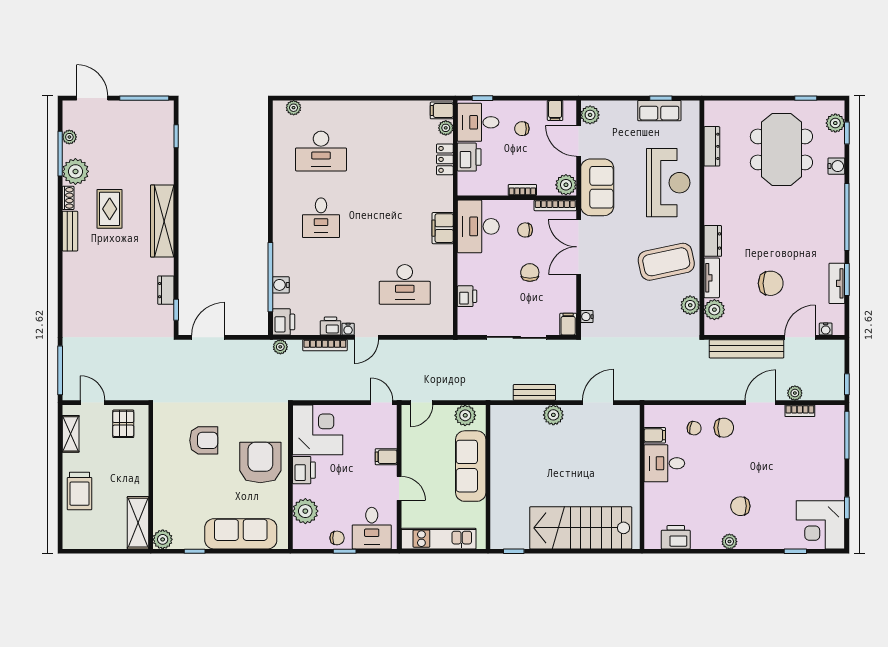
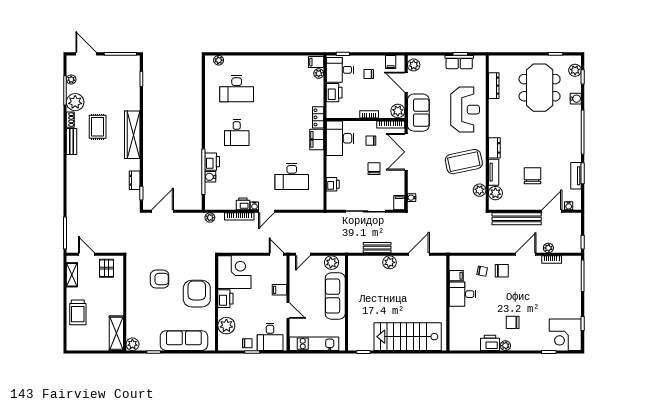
locker: (445, 159) -> (318, 117), moved
chair: (771, 283) -> (532, 176), turned -90
printer: (284, 322) -> (212, 162), moved
printer: (676, 537) -> (490, 343), moved

